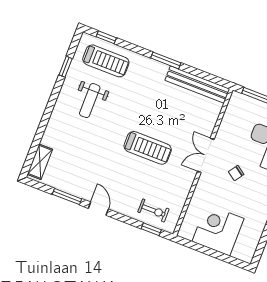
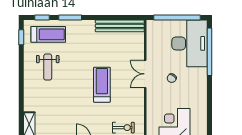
window: (166, 60) -> (70, 17), moved
window: (66, 67) -> (21, 37), moved
treadmill: (148, 148) -> (102, 85), turned -90

